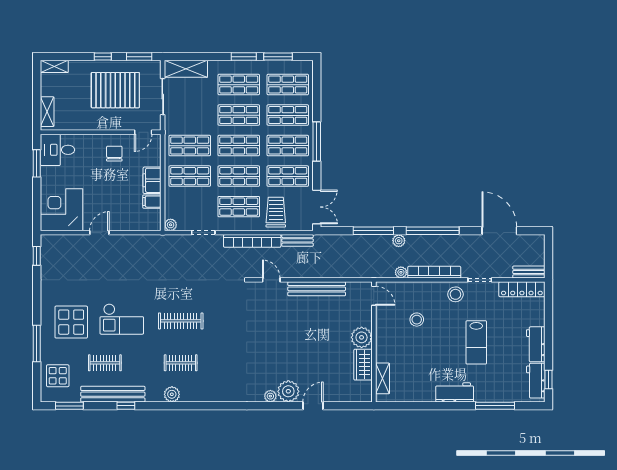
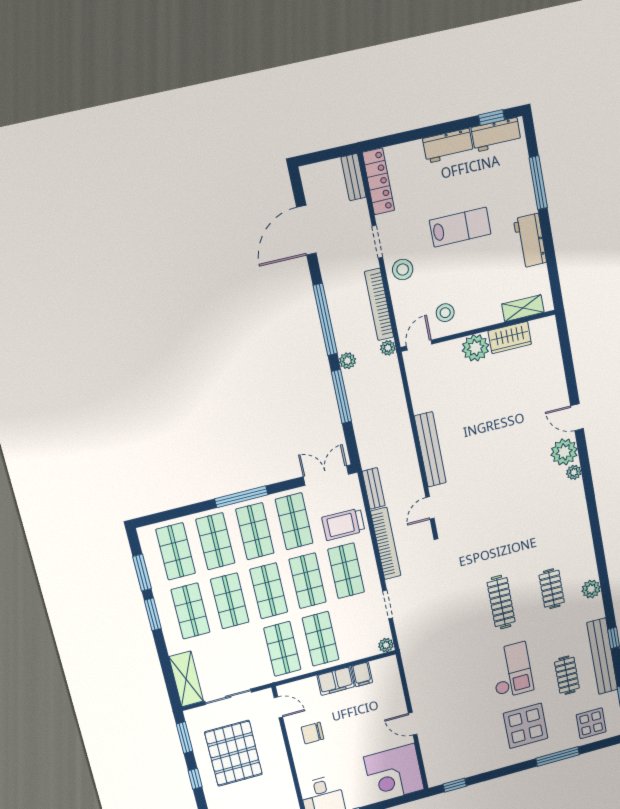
door: (374, 296) -> (419, 345), moved
plant: (362, 337) -> (475, 348), moved
wall: (374, 342) -> (478, 331), moved
wardrobe: (363, 365) -> (510, 338), moved
shelving: (383, 378) -> (523, 308), moved

